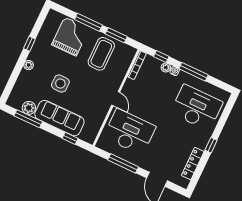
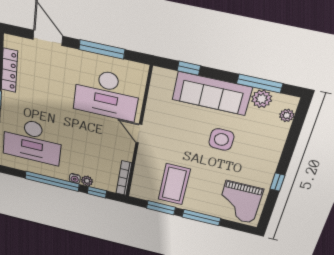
grand piano: (70, 36) -> (240, 202), moved
plant: (29, 65) -> (287, 115), moved
window: (194, 72) -> (52, 181), width x1.46

